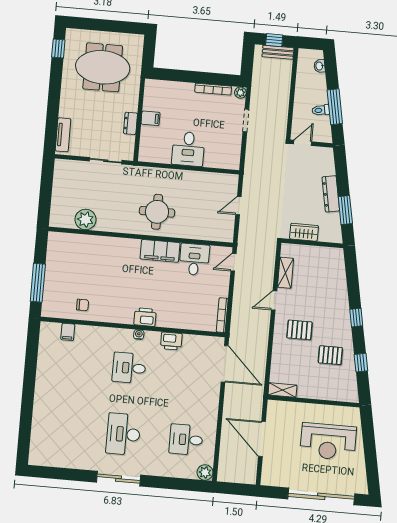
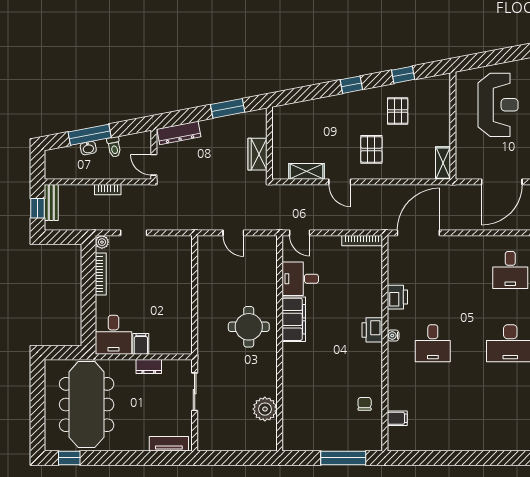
washbasin: (320, 66) -> (88, 148), moved
meeting table: (103, 67) -> (87, 405), width x1.36
bookcase: (285, 102) -> (108, 190), added
window: (335, 107) -> (90, 135), moved
desk: (188, 149) -> (113, 335), moved, turned 90
dresser: (331, 194) -> (179, 133), moved

